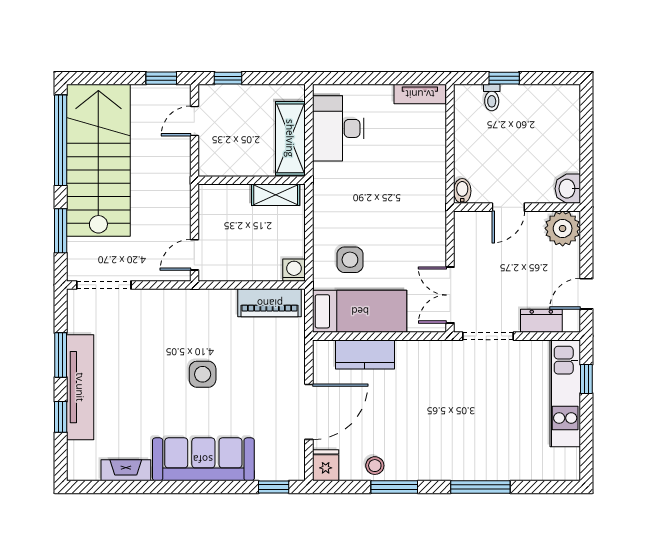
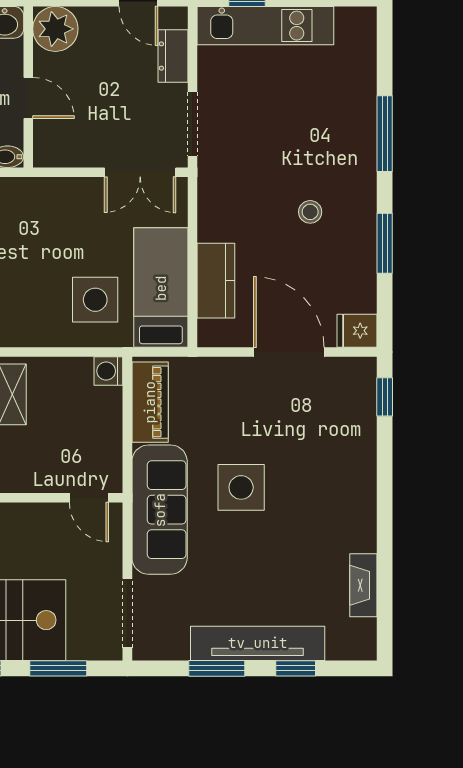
side table: (350, 260) -> (95, 300), width x1.37, depth x1.37
side table: (203, 374) -> (241, 487), width x1.37, depth x1.37
sofa: (203, 459) -> (160, 510), moved, turned 180
stool: (375, 466) -> (310, 212), moved

